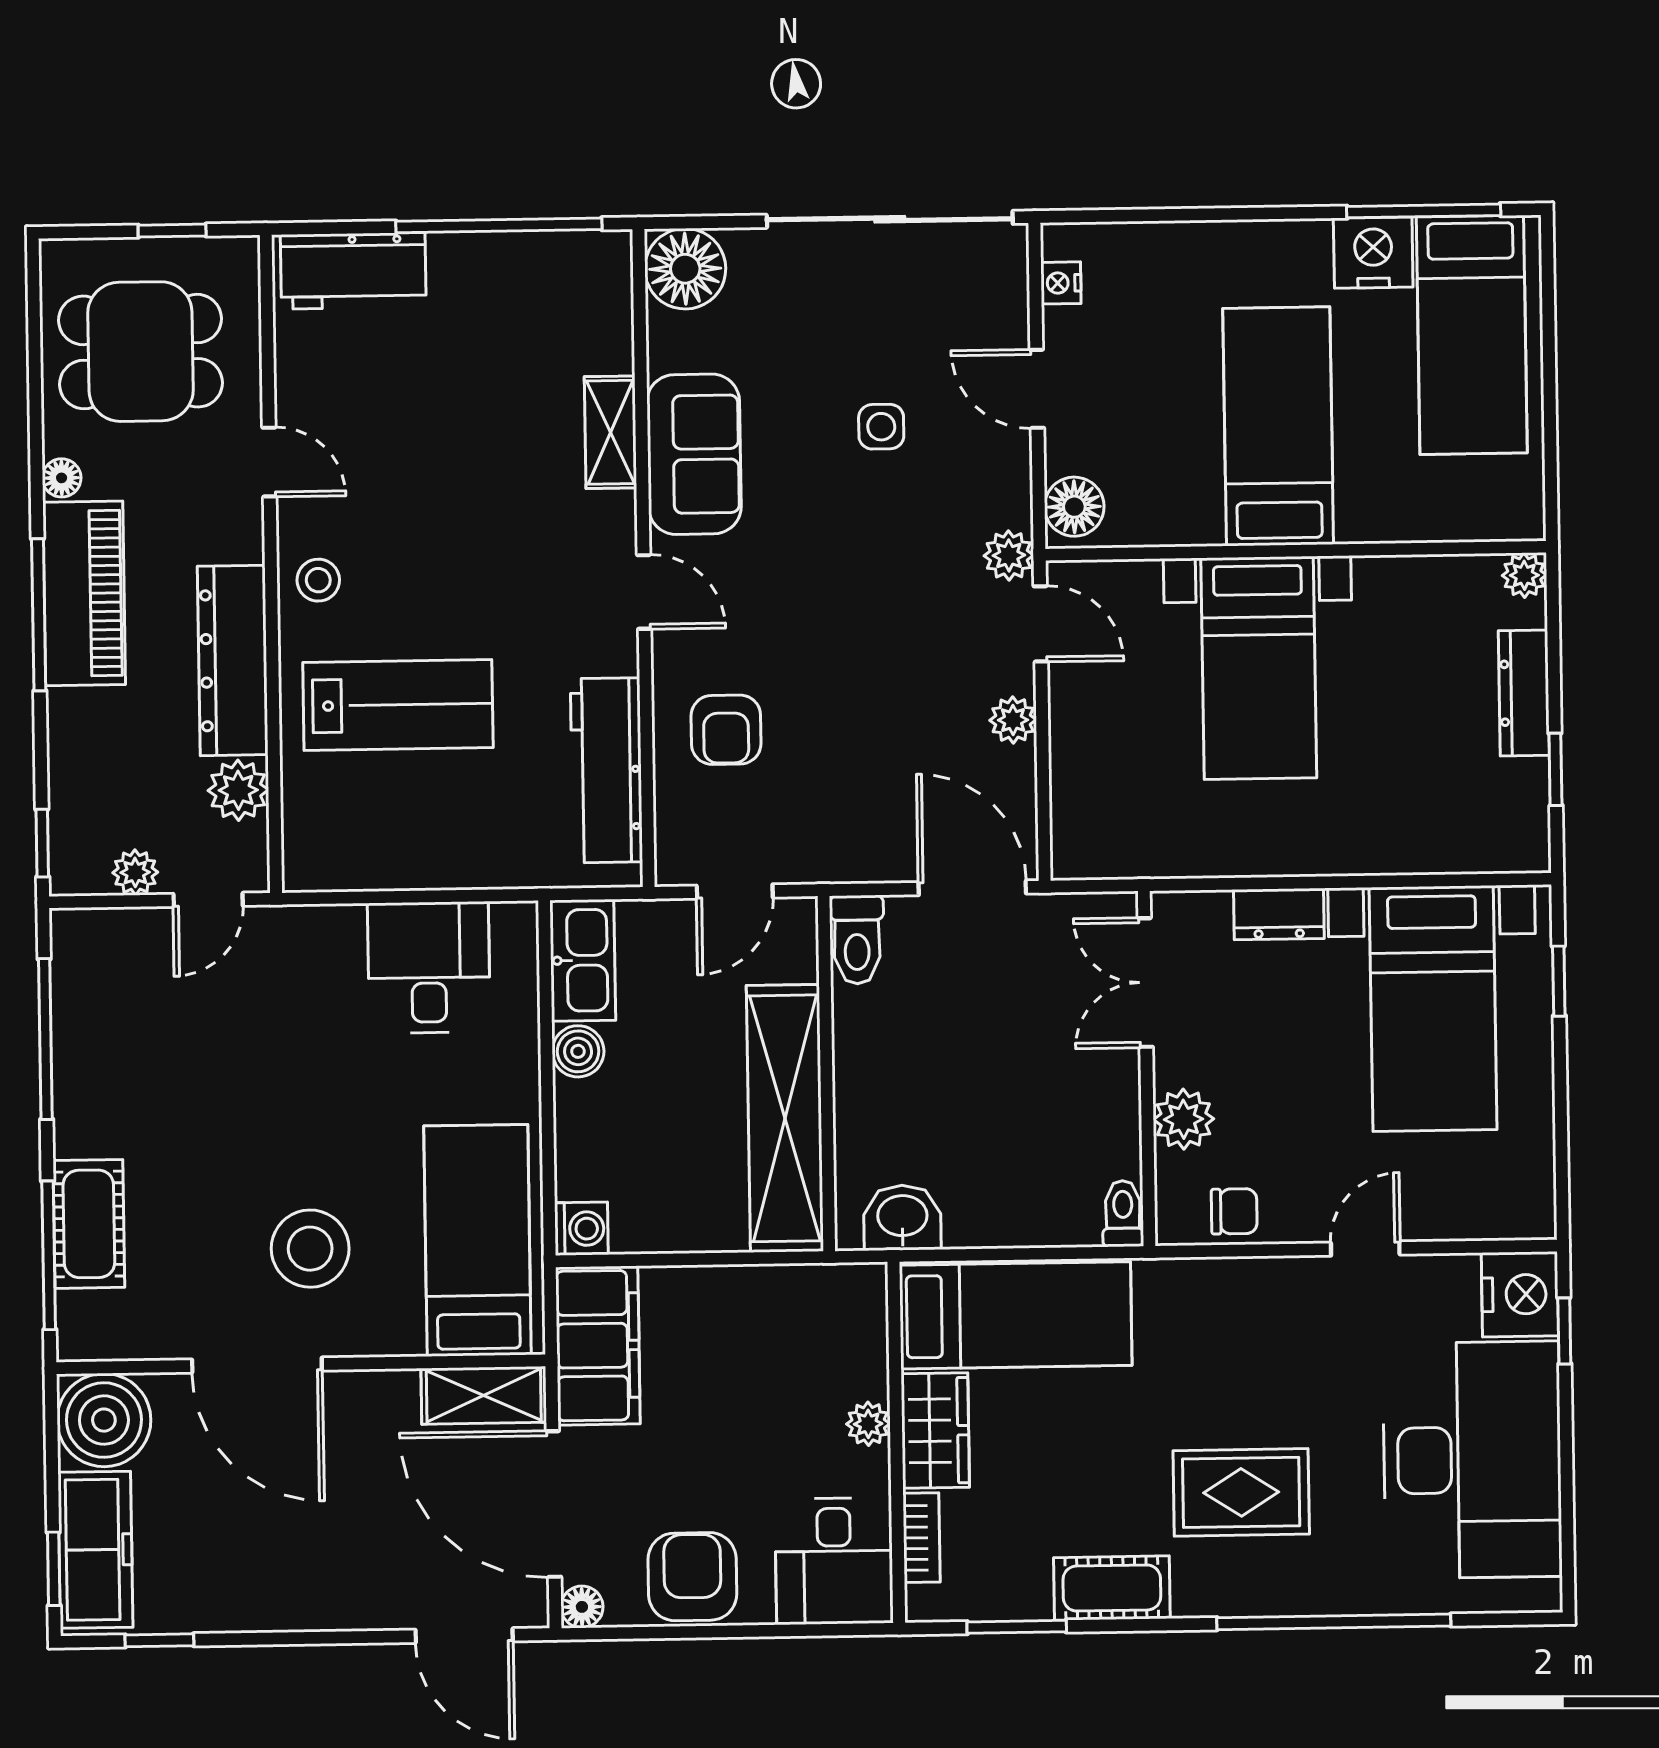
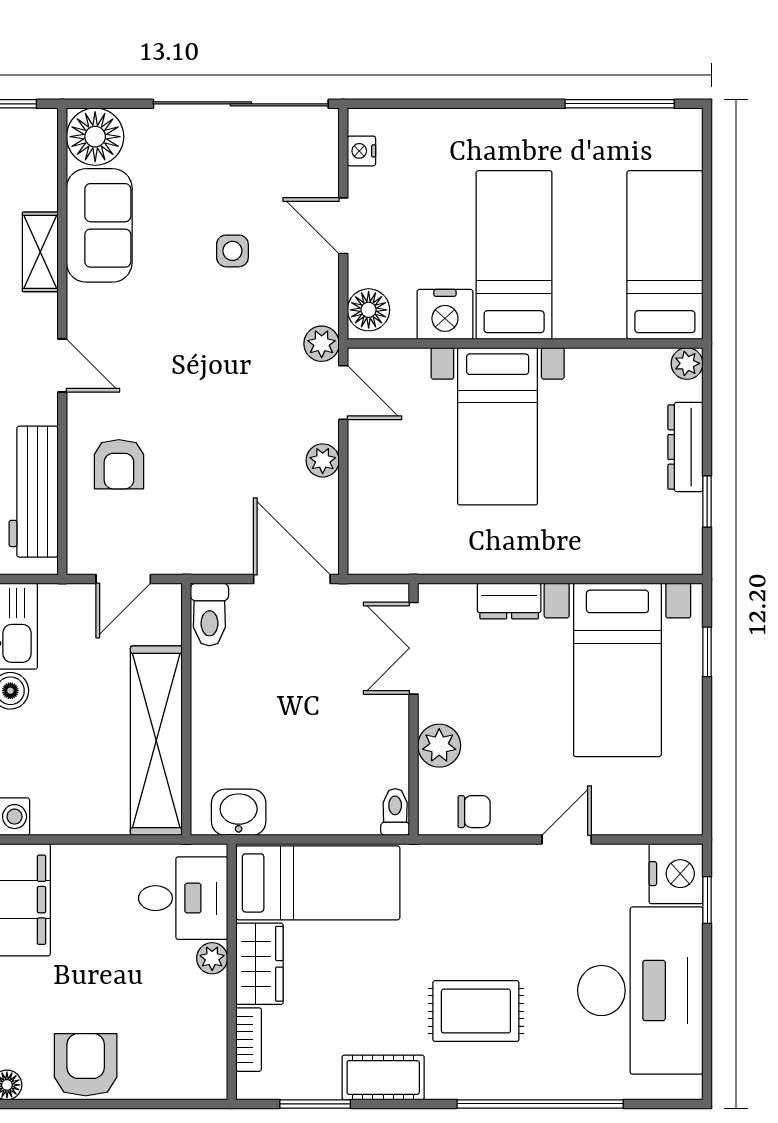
nightstand: (1373, 253) -> (445, 314), moved, turned 180
bed: (1472, 335) -> (665, 255), moved, turned 180
sofa: (694, 454) -> (99, 225), moved
desk: (834, 1561) -> (183, 898), moved, turned -90

